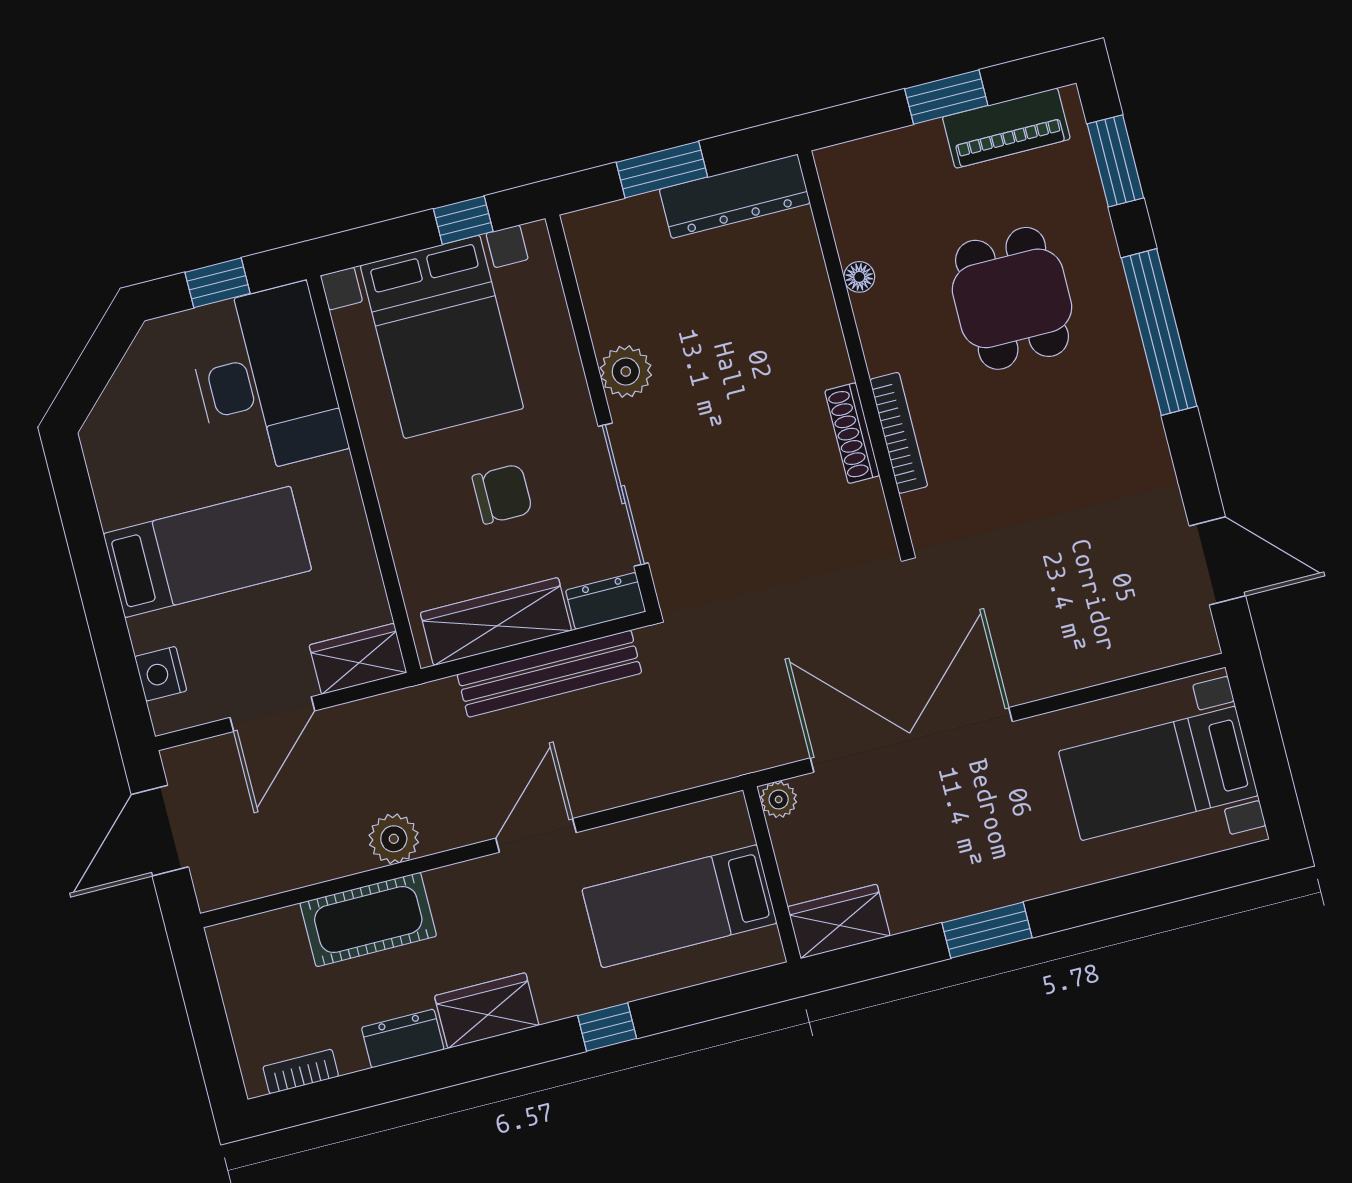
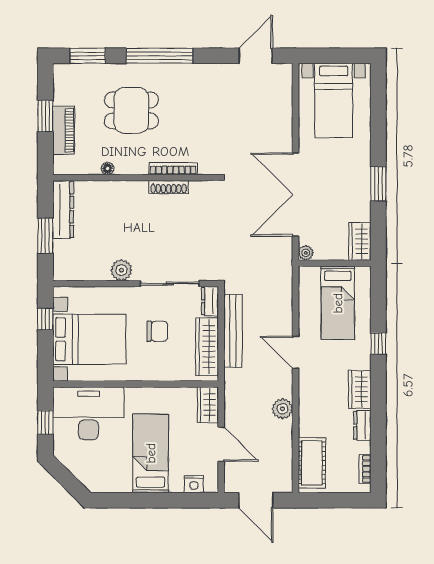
piano: (1006, 128) -> (64, 130), moved
chair: (502, 494) -> (157, 331), turned 90
cot: (368, 920) -> (312, 463), moved

